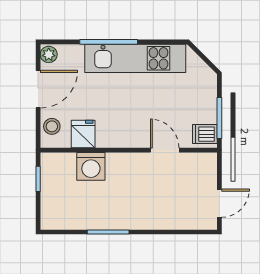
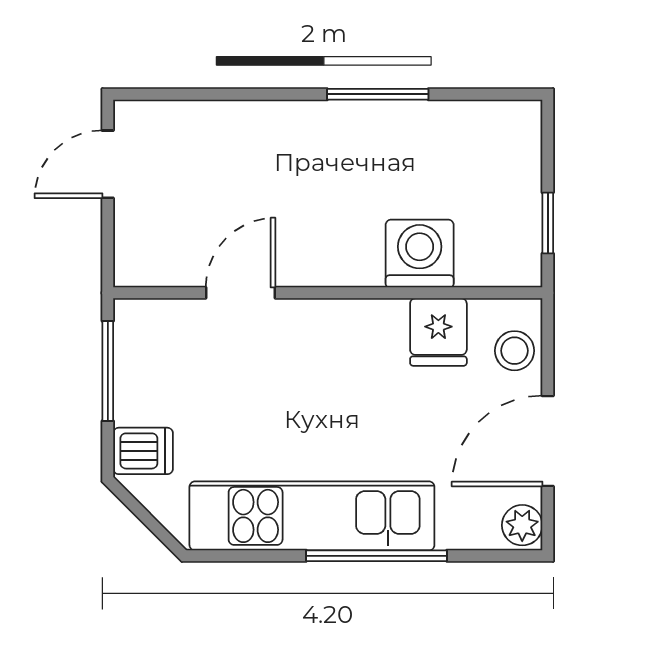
dishwasher: (205, 134) -> (143, 451), moved
door: (165, 150) -> (241, 293), swing flipped

